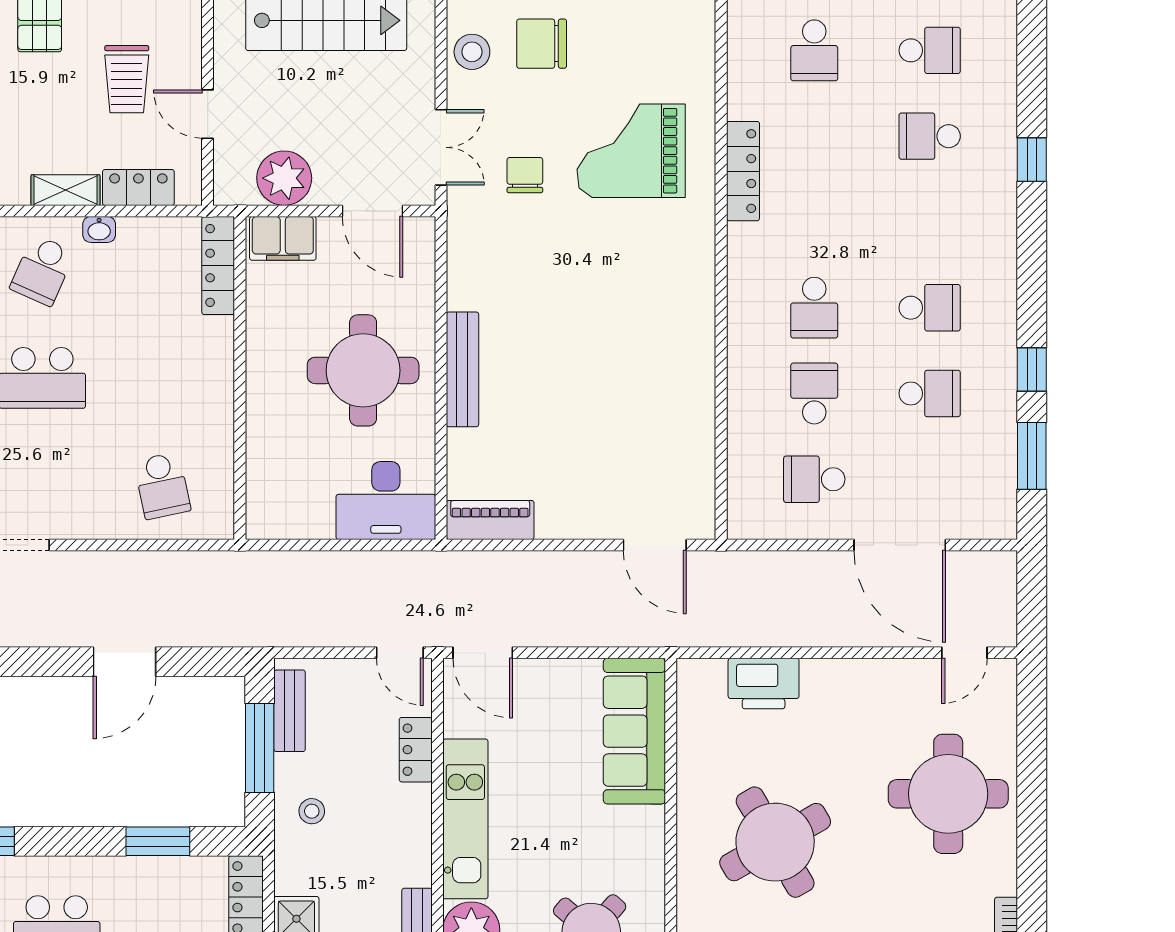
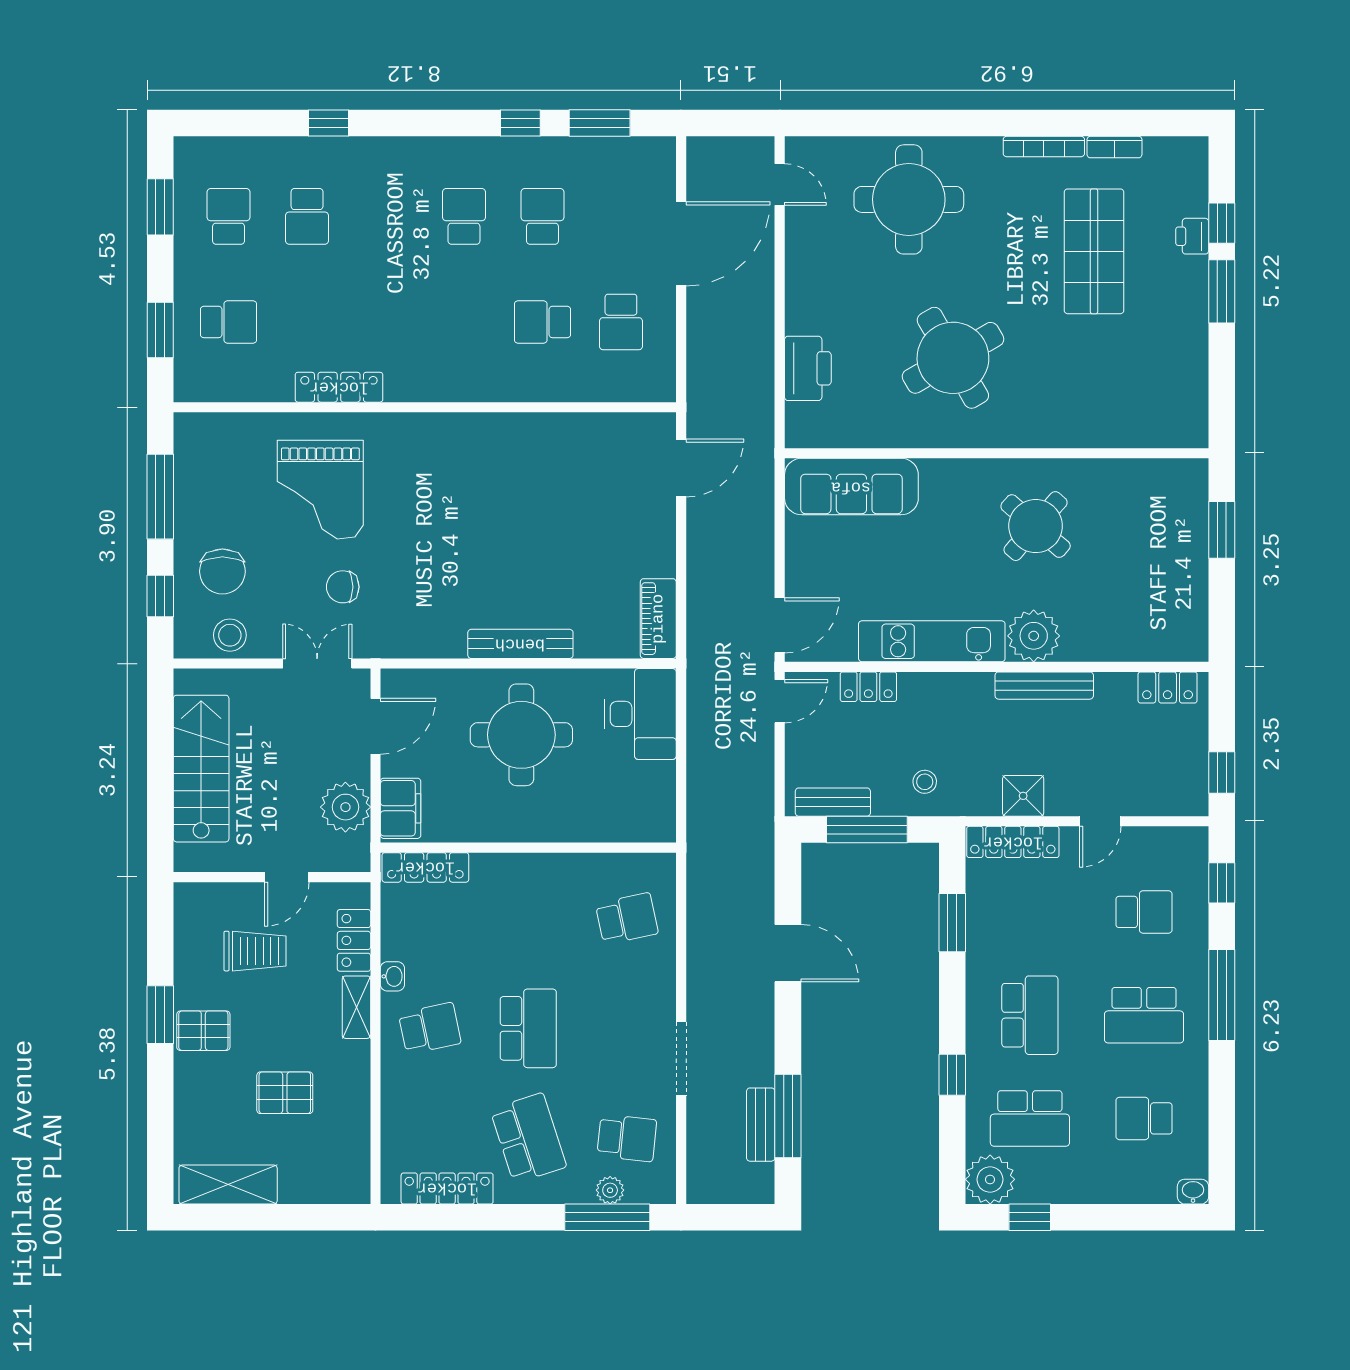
school desk: (42, 270) -> (430, 1028), turned -36
school desk: (814, 308) -> (464, 322), removed

